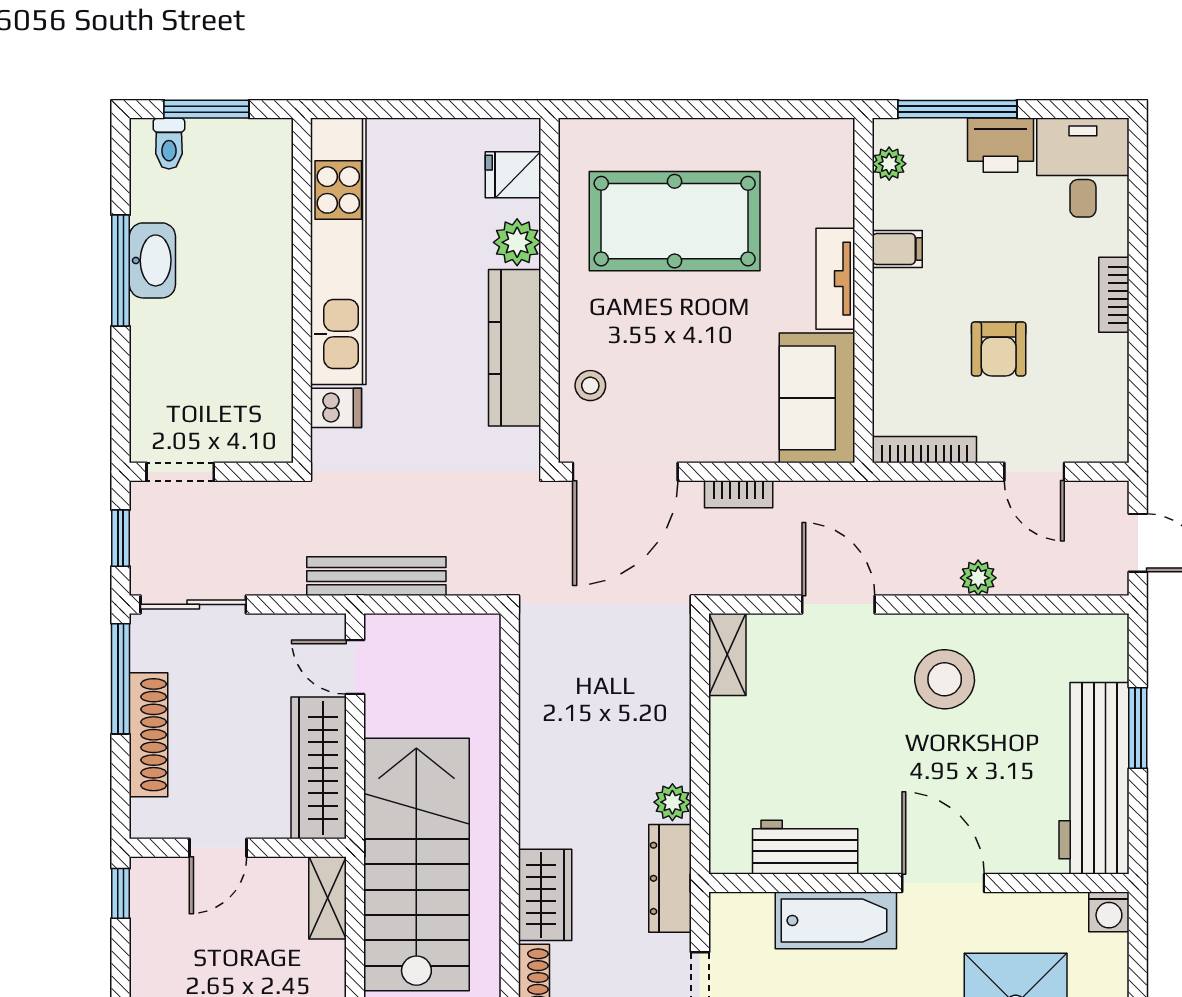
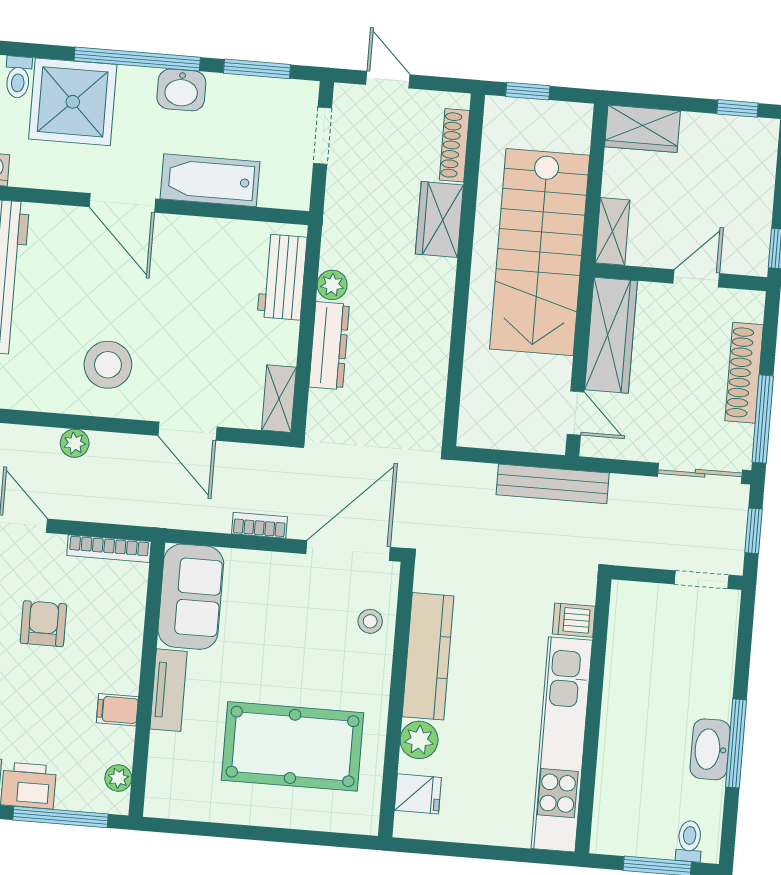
workbench: (805, 847) -> (282, 277), moved, turned 90
dresser: (670, 878) -> (329, 346), moved

